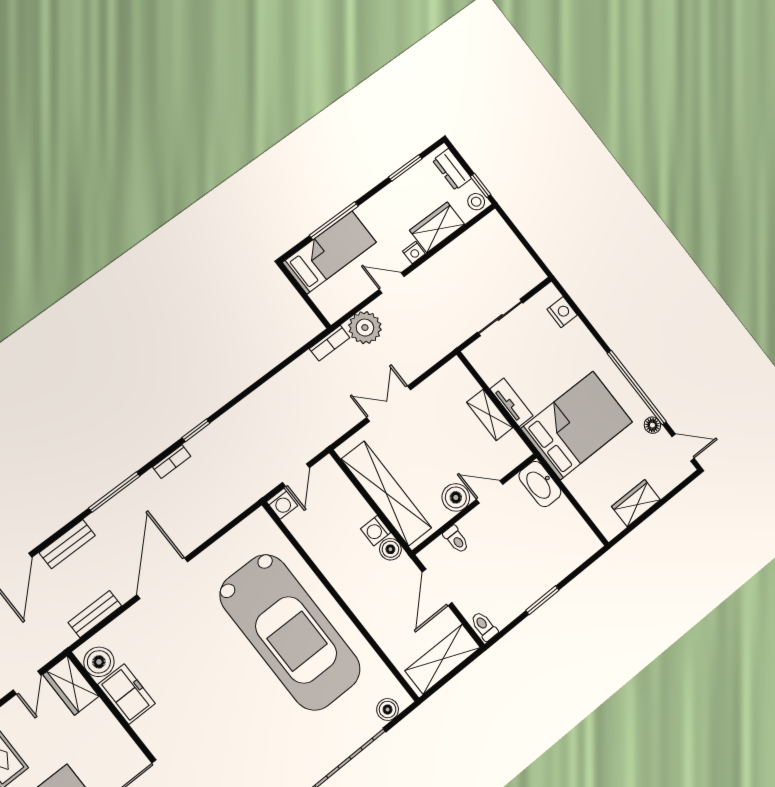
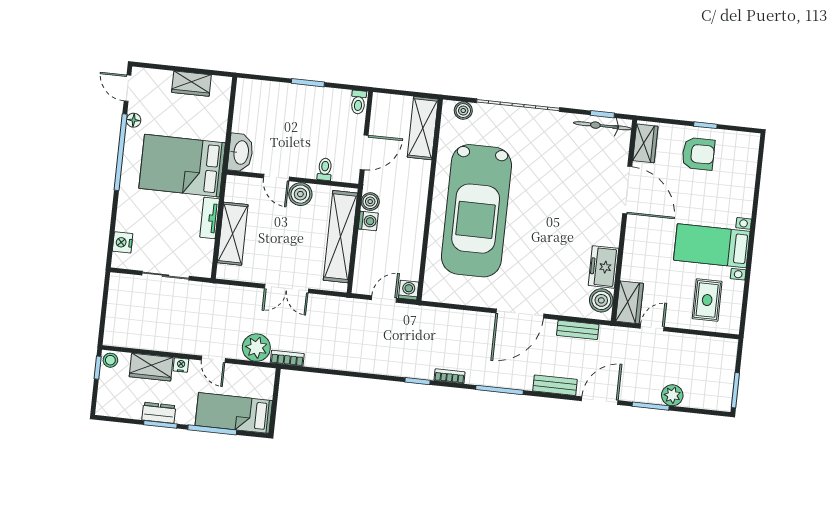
window: (405, 168) -> (160, 424), moved
dresser: (452, 169) -> (159, 413), moved, turned -90
shelving: (490, 415) -> (233, 234), width x1.50, depth x1.33
car: (290, 632) -> (476, 211), turned 180
shelving: (443, 659) -> (423, 128), moved, turned 90

